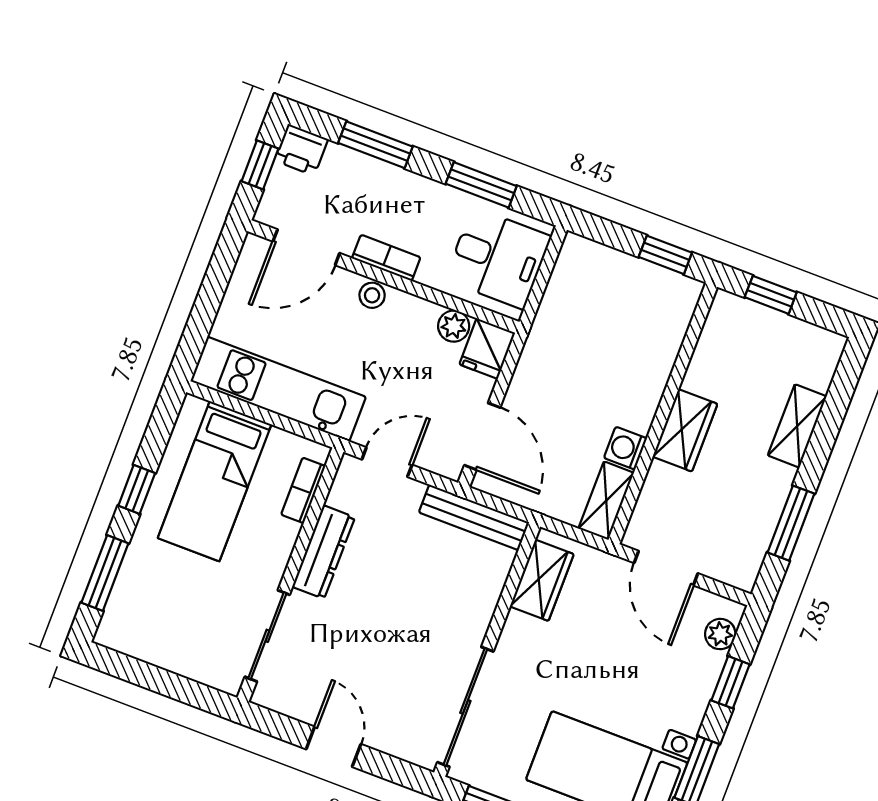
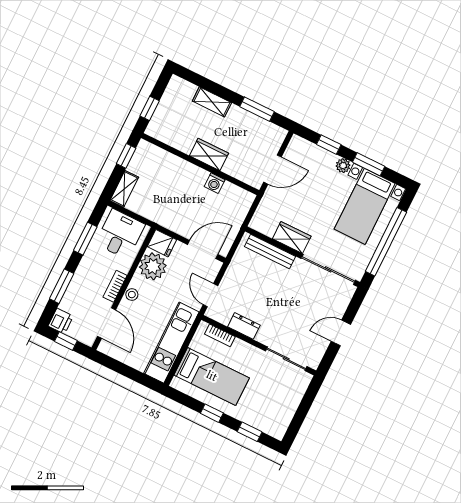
plant: (454, 326) -> (153, 266), width x1.87, depth x1.87
shelving: (606, 501) -> (124, 189), moved, turned 90
bench: (474, 517) -> (270, 252), moved, turned 90
dresser: (324, 552) -> (244, 326), width x0.70
window: (105, 573) -> (250, 432), width x0.67
wardrobe: (542, 580) -> (292, 238), moved
plant: (720, 634) -> (343, 166), moved

